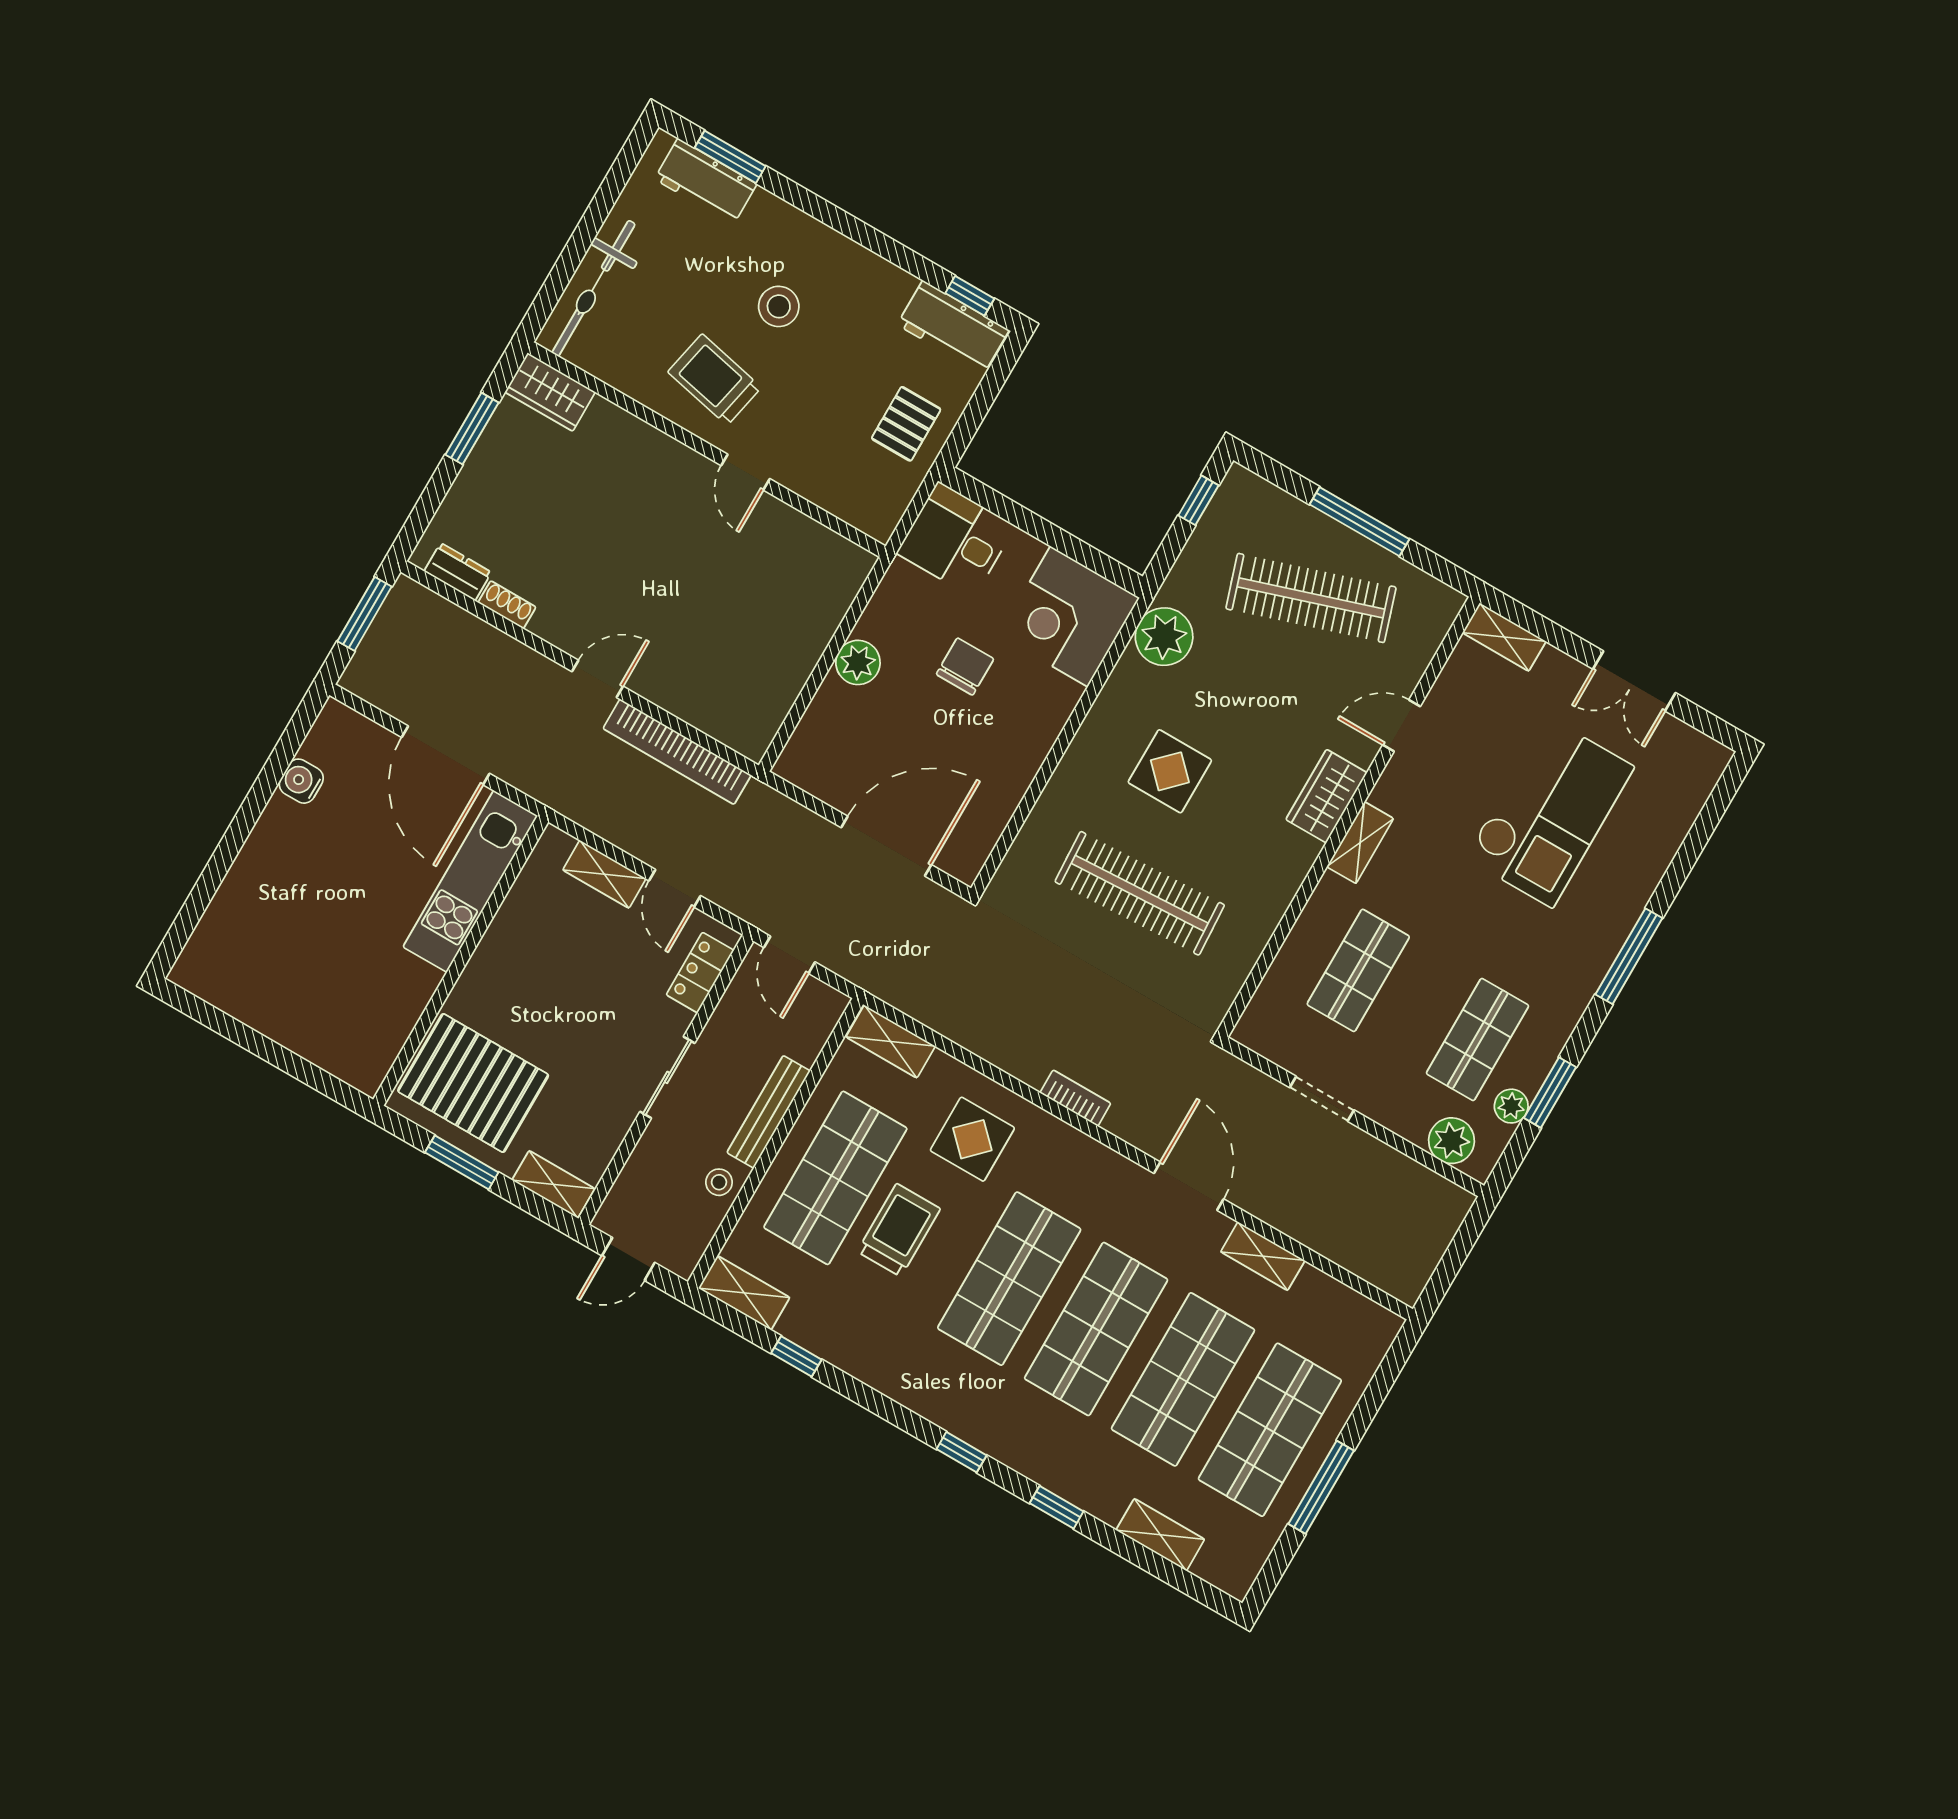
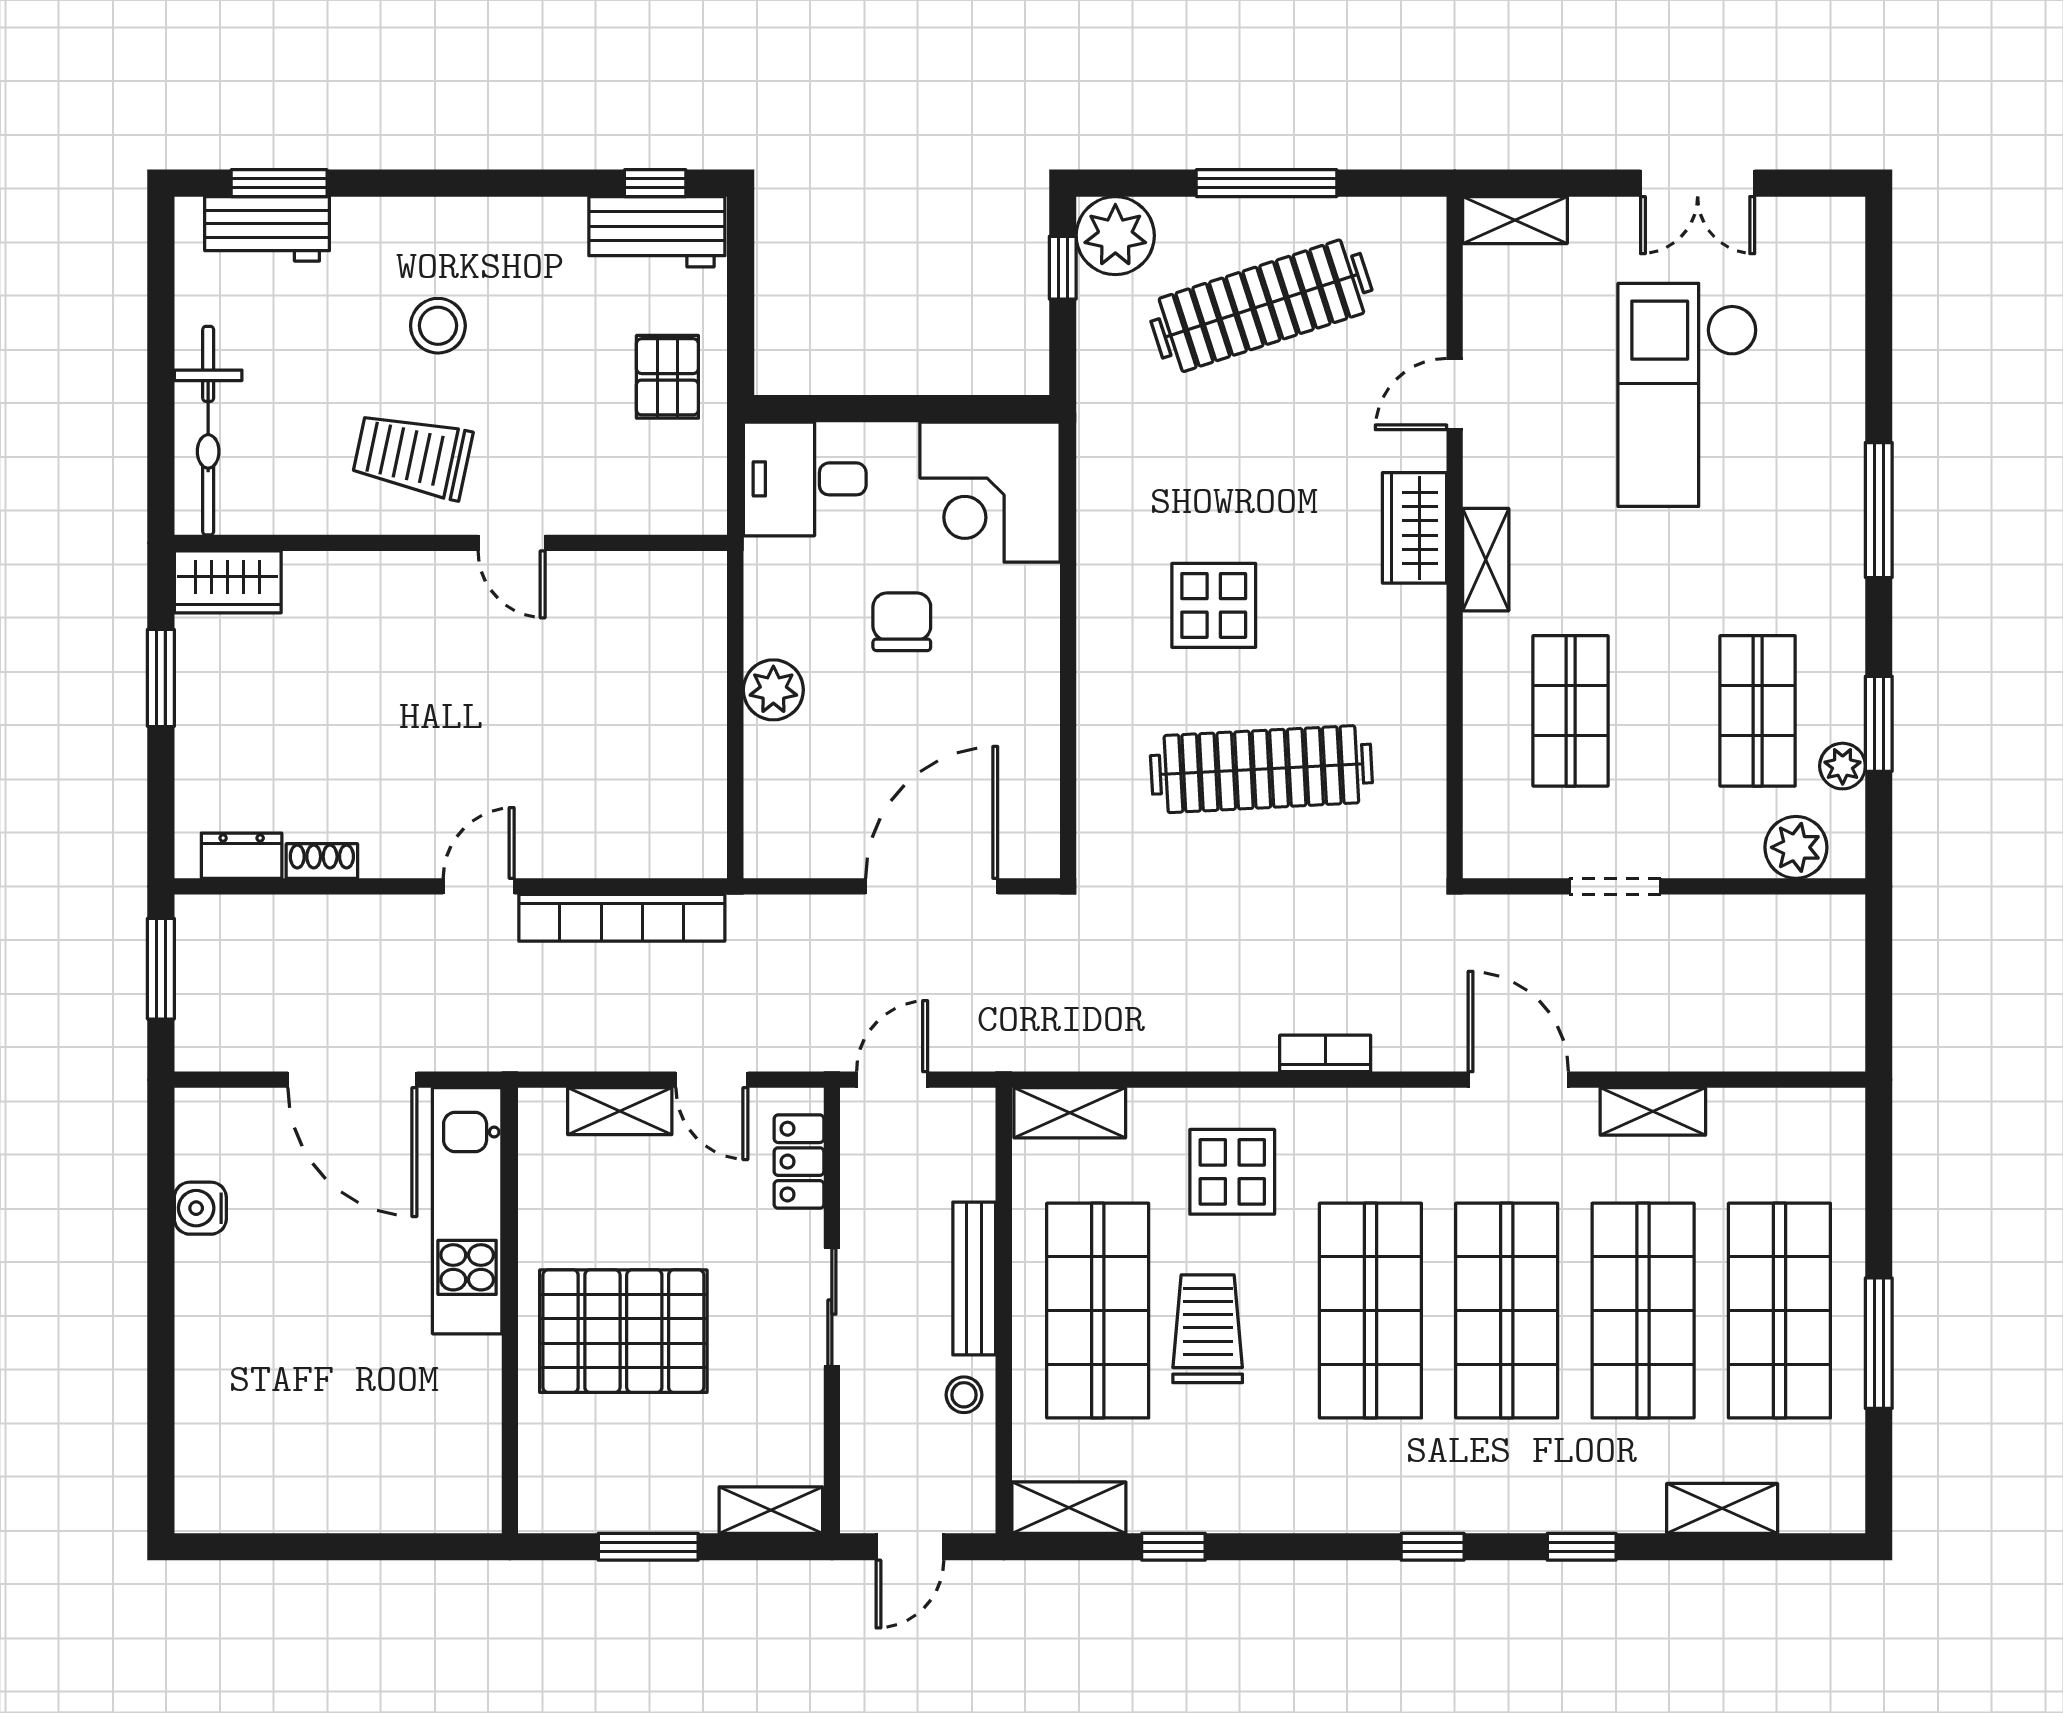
plant: (1164, 637) -> (1115, 236), moved
checkout: (1550, 812) -> (1688, 395), turned 180
door: (790, 955) -> (892, 1080), swing flipped
pallet: (473, 1083) -> (623, 1331), moved

